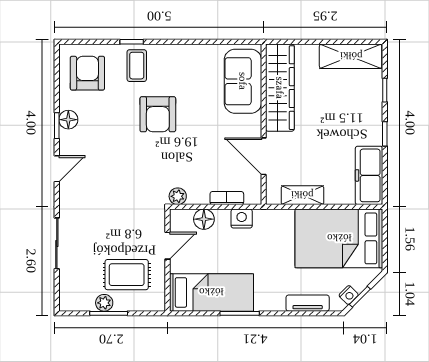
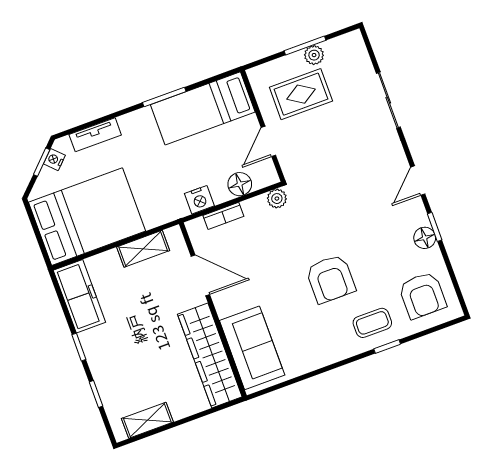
shelving: (351, 56) -> (147, 420), width x0.67, depth x0.75
coffee table: (137, 66) -> (372, 323), turned 90
armchair: (158, 114) -> (331, 279), turned 180

